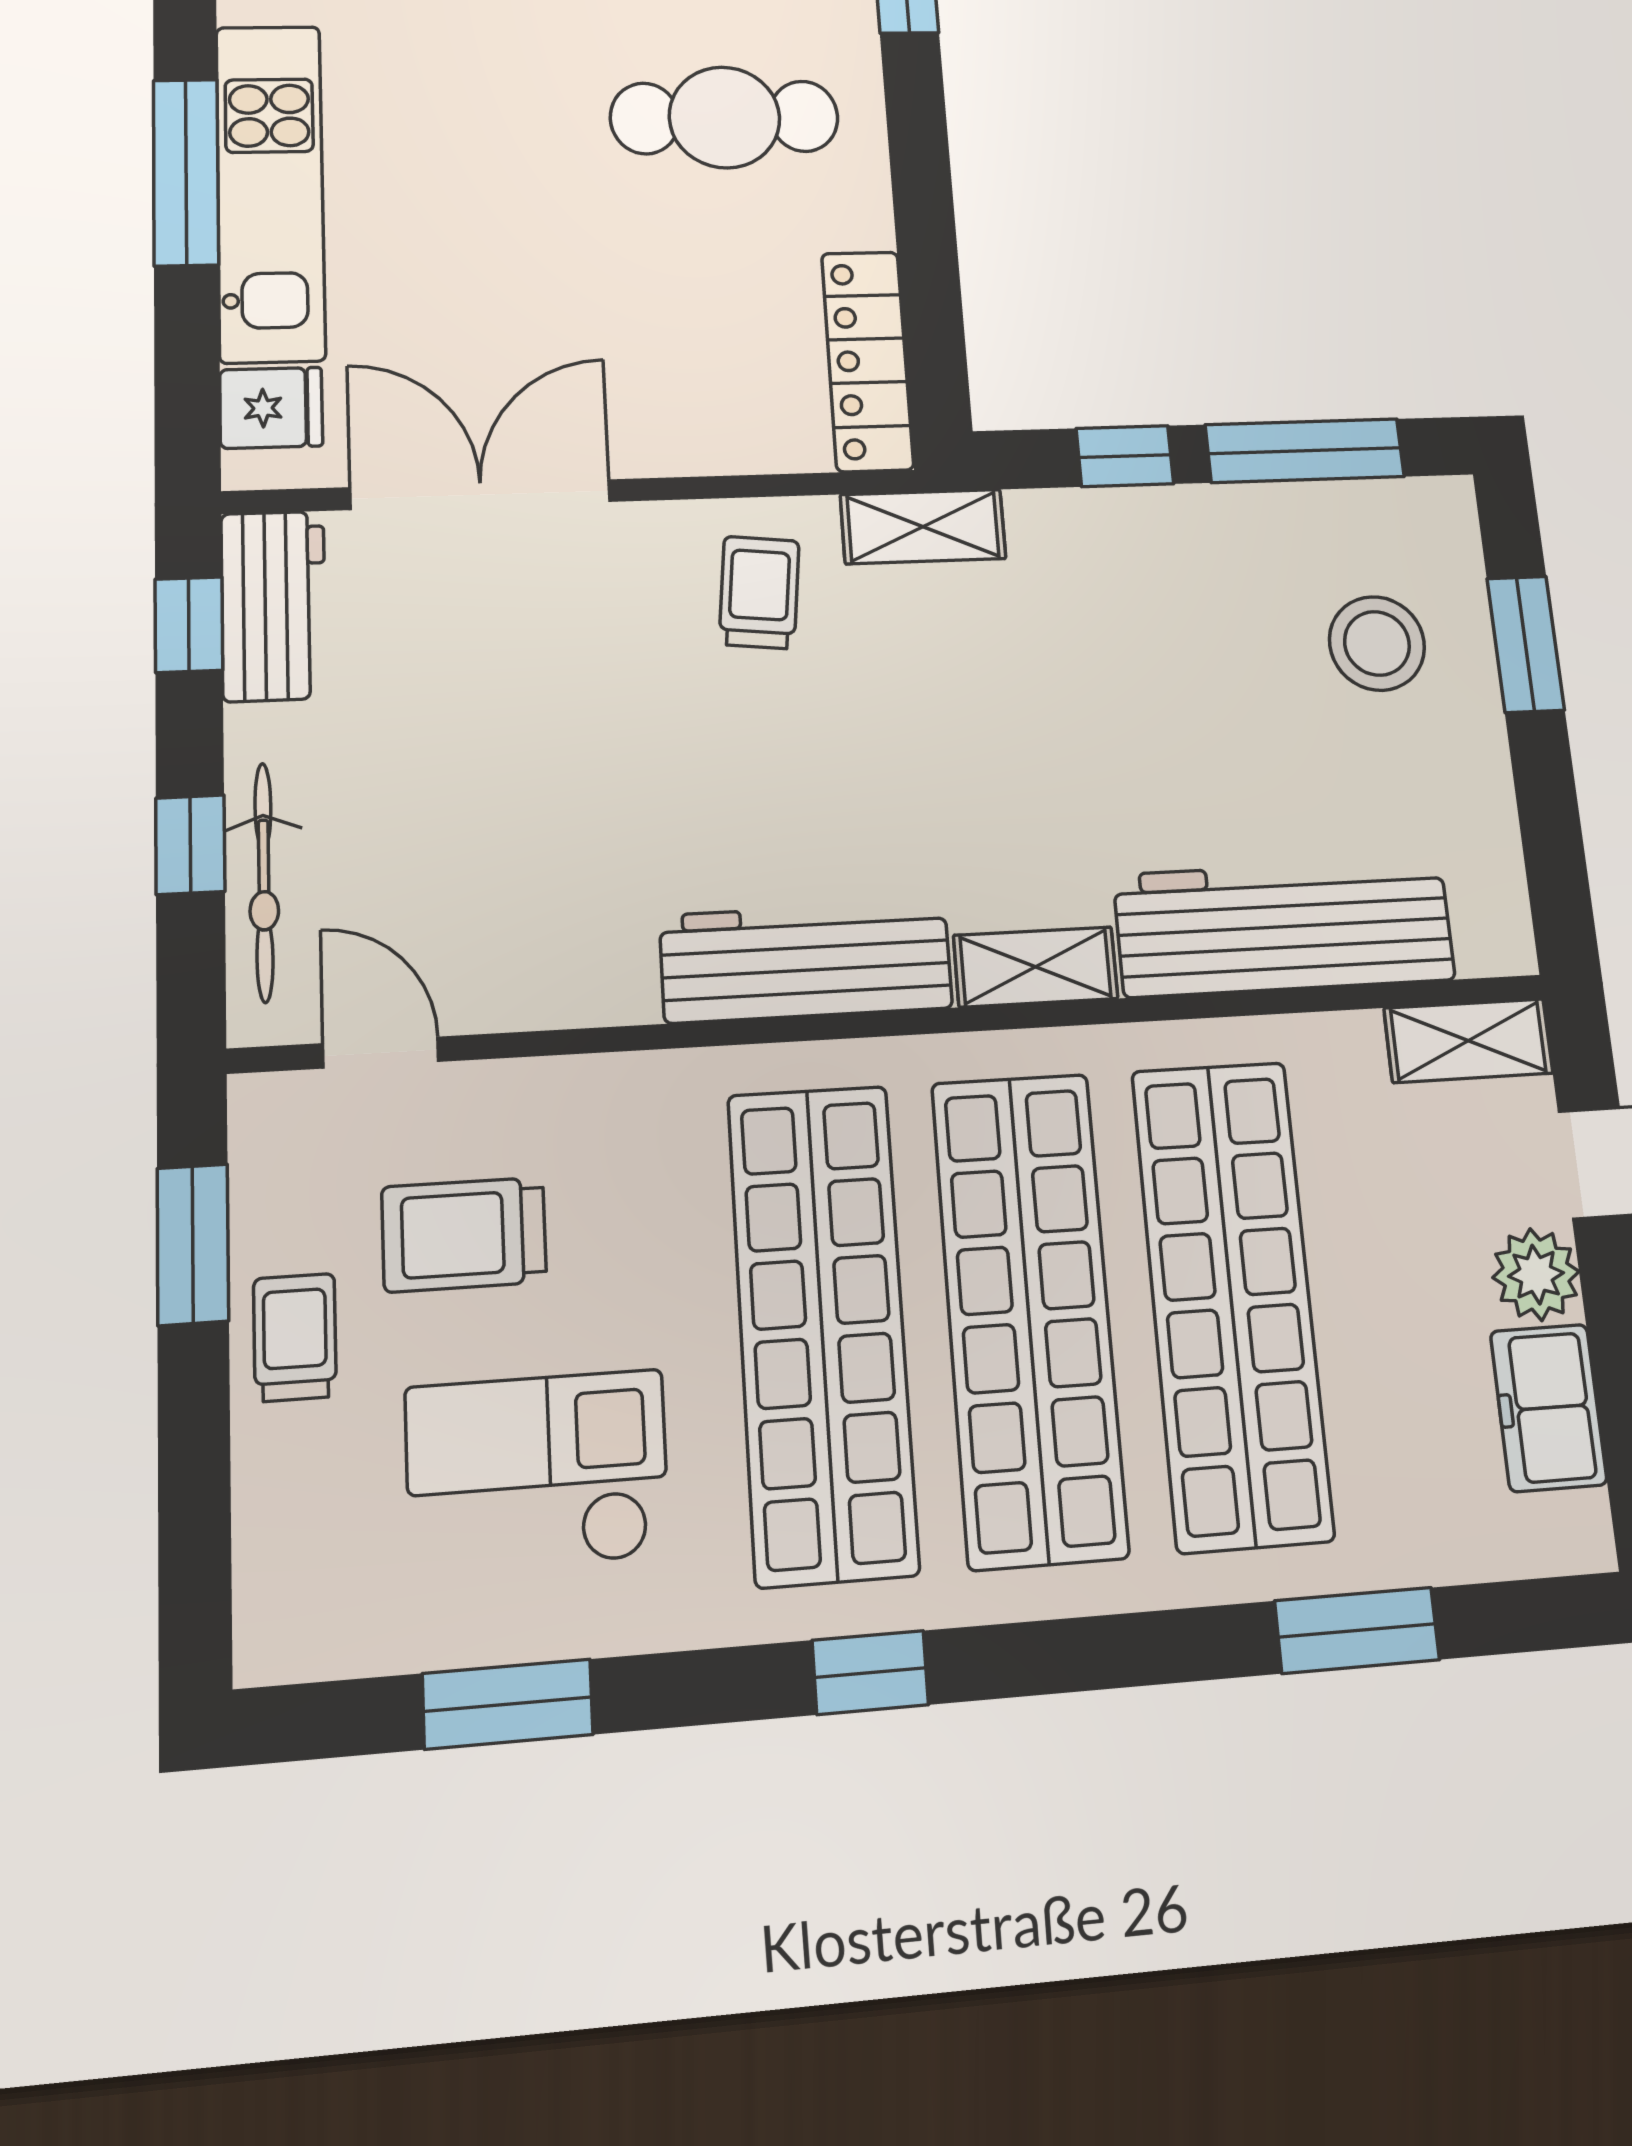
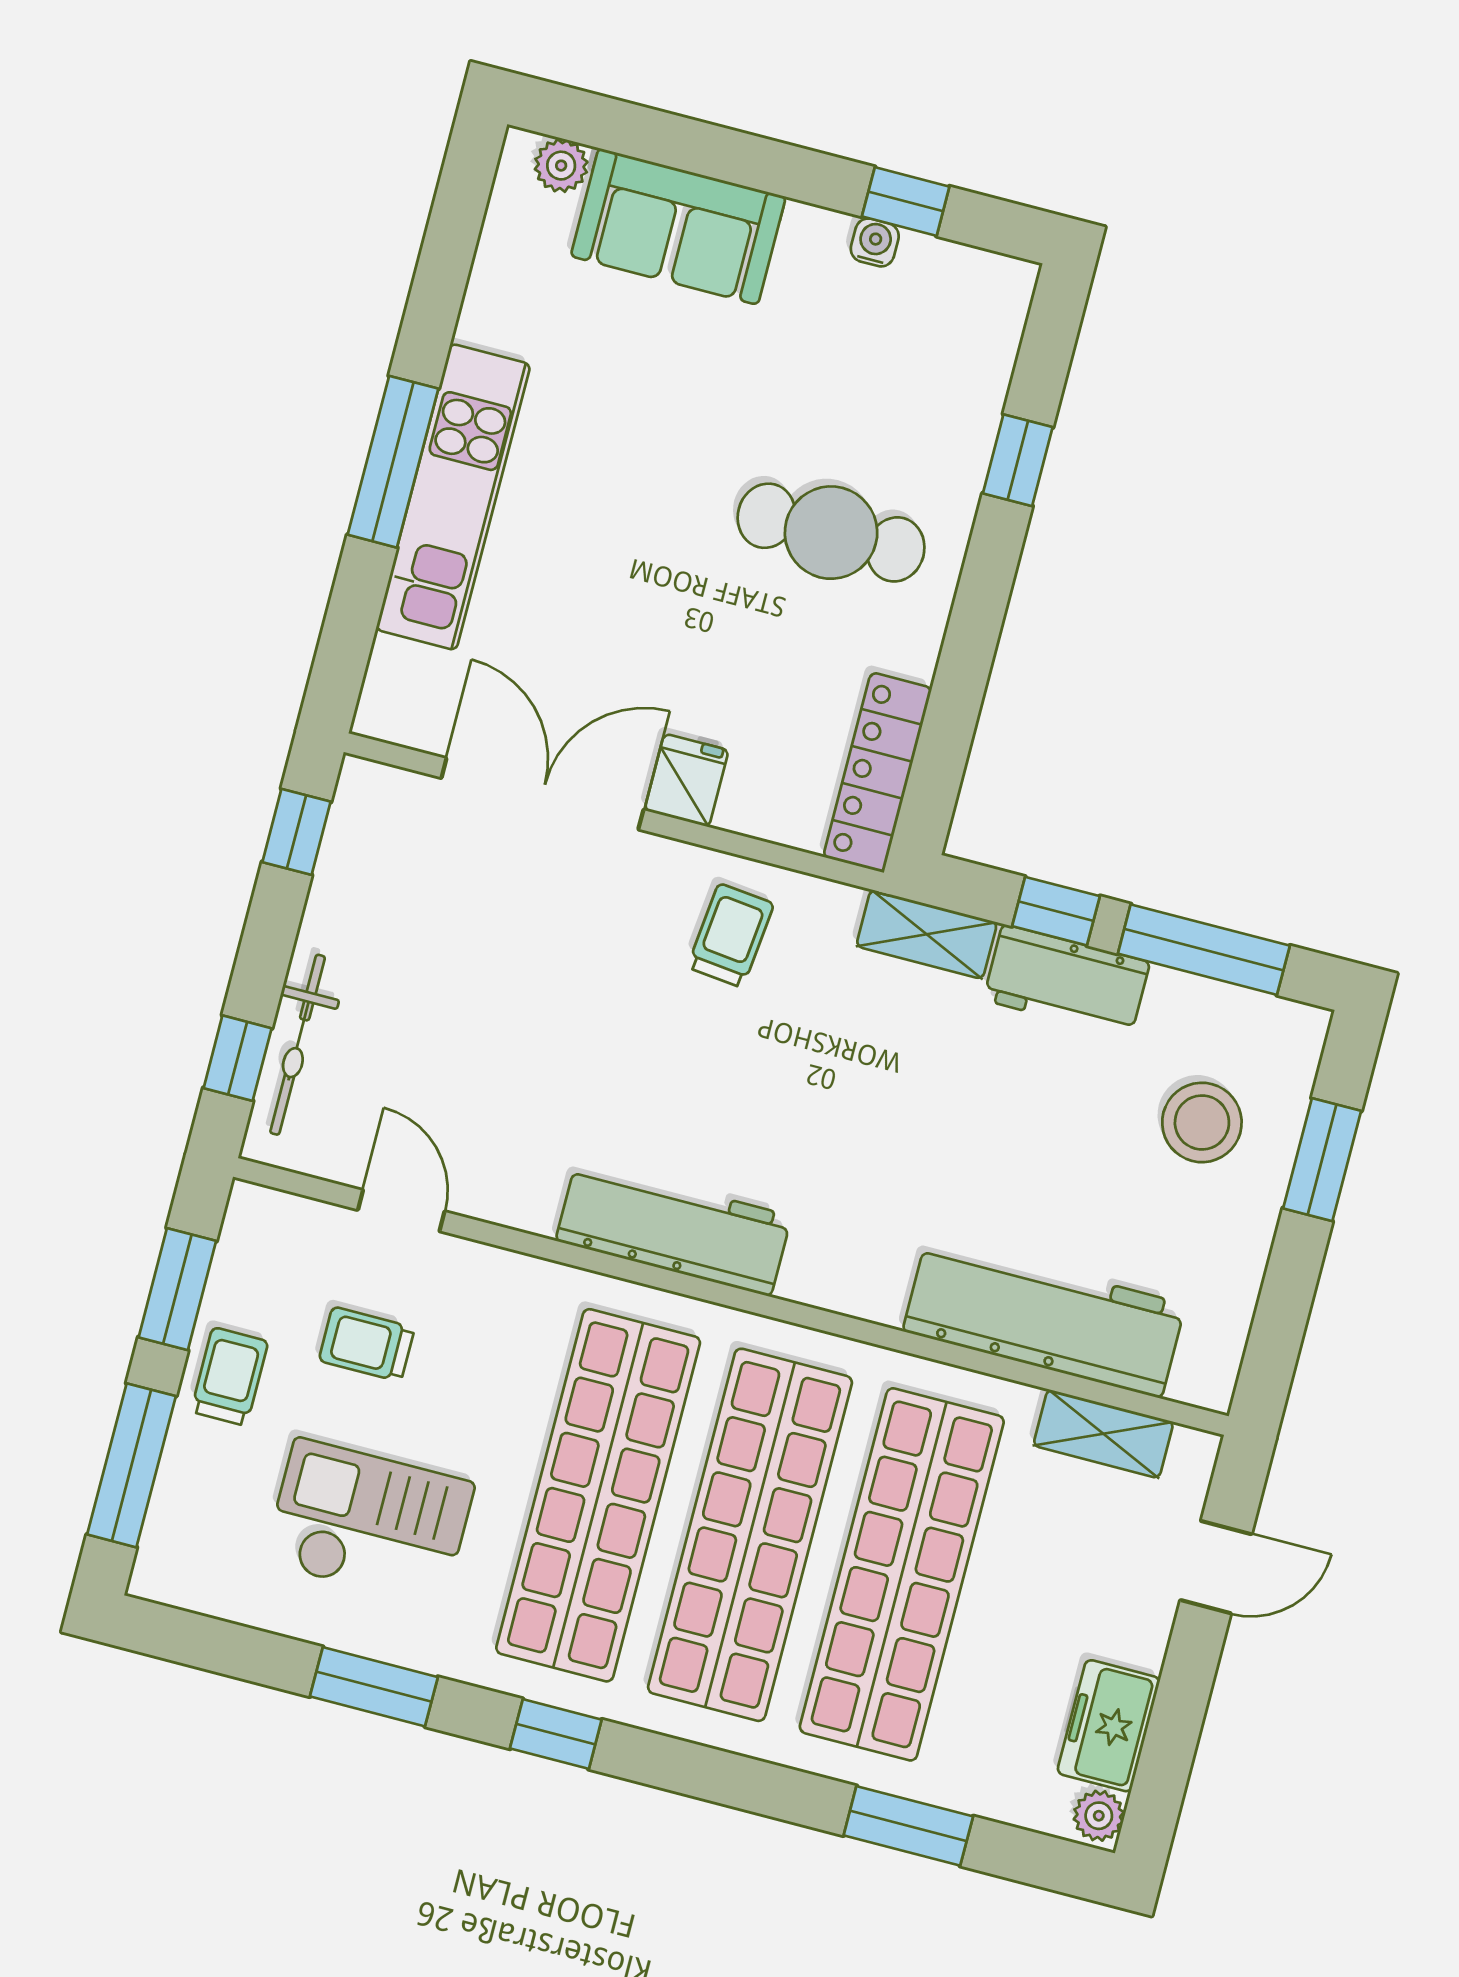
fridge: (271, 408) -> (687, 780), moved, turned -90
shelving: (923, 527) -> (927, 934), moved
workbench: (274, 606) -> (1067, 981), moved, turned 90
window: (190, 845) -> (238, 1058), moved
shelving: (1036, 967) -> (844, 1287), removed
shelving: (1468, 1041) -> (1103, 1434), moved
door: (381, 1053) -> (401, 1211), moved
trolley: (464, 1234) -> (367, 1344), width x0.73, depth x0.72
plant: (1536, 1275) -> (1099, 1816), moved, width x0.73, depth x0.73
window: (195, 1503) -> (132, 1465), added
window: (508, 1704) -> (374, 1687), moved

